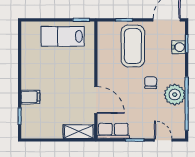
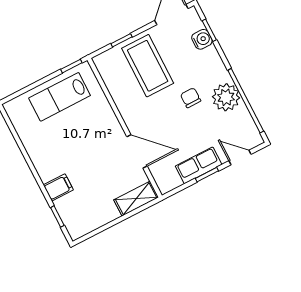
row of seats: (113, 131) -> (199, 165), moved

